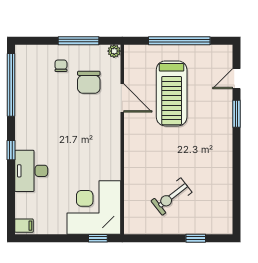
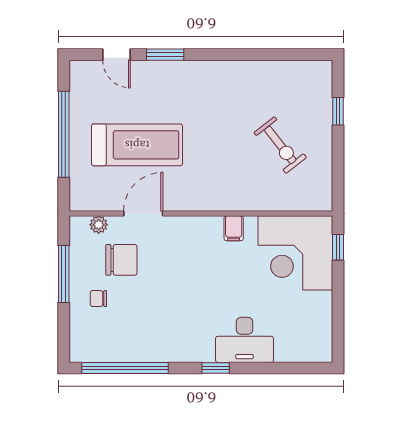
plant: (114, 51) -> (99, 225), moved
filing cabinet: (24, 226) -> (234, 228), moved, turned 180

